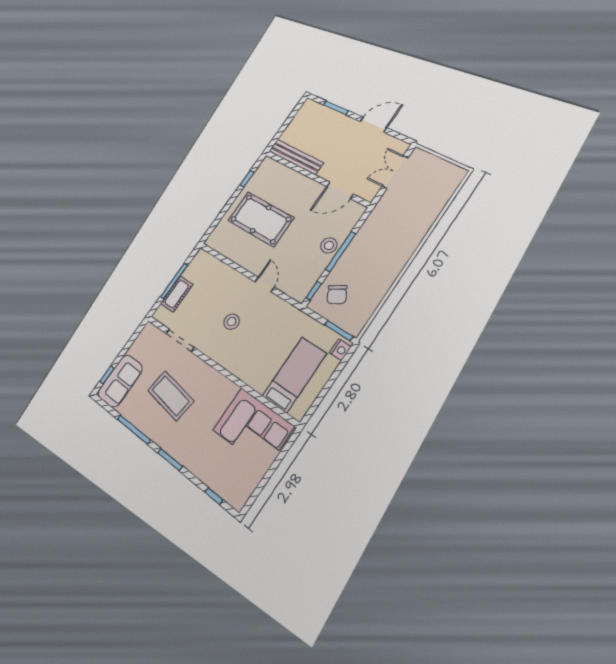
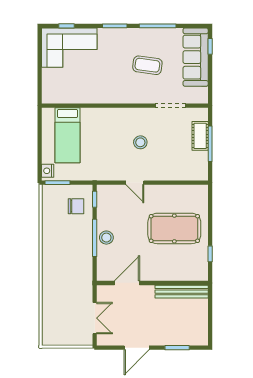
chair: (337, 295) -> (76, 206), turned 120
sofa: (120, 381) -> (196, 57), width x1.36
coffee table: (171, 396) -> (147, 65), width x0.73, depth x0.76
corner sofa: (253, 428) -> (69, 48), moved, turned 180

